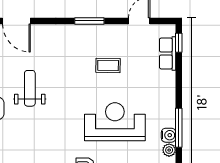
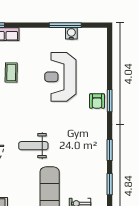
coffee table: (108, 65) -> (11, 72), moved
plant: (169, 150) -> (83, 33), removed

